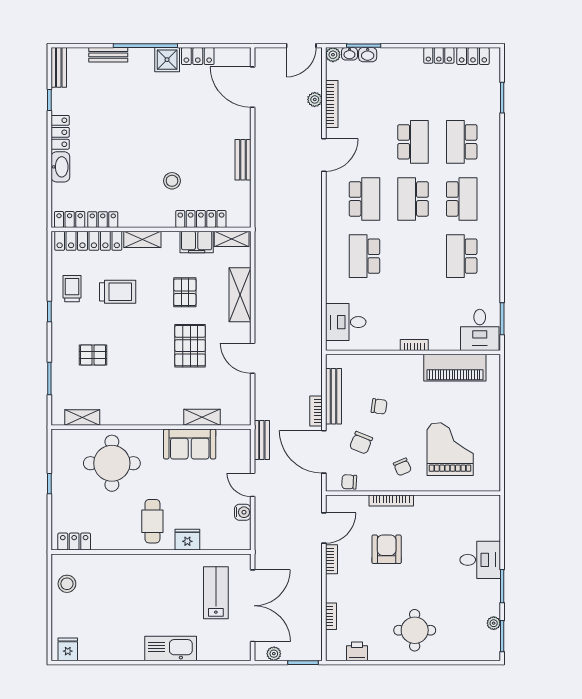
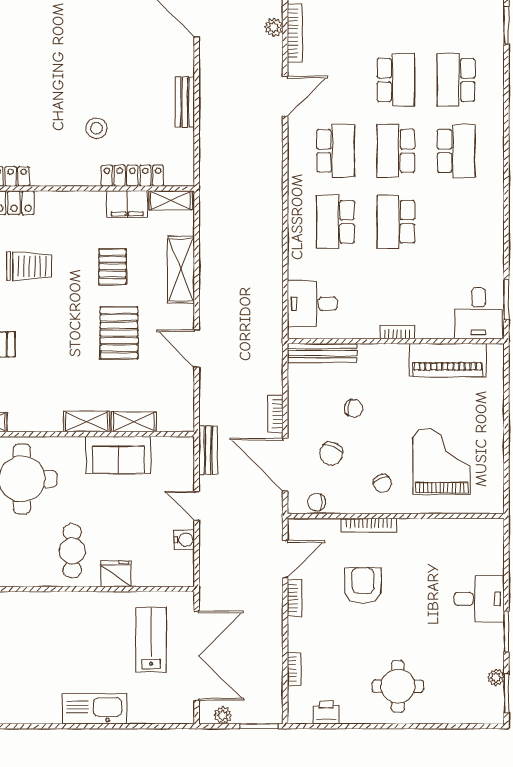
shelving: (142, 239) -> (87, 422), moved
school desk: (462, 256) -> (396, 222), moved
bench: (333, 396) -> (322, 353), moved, turned 90

